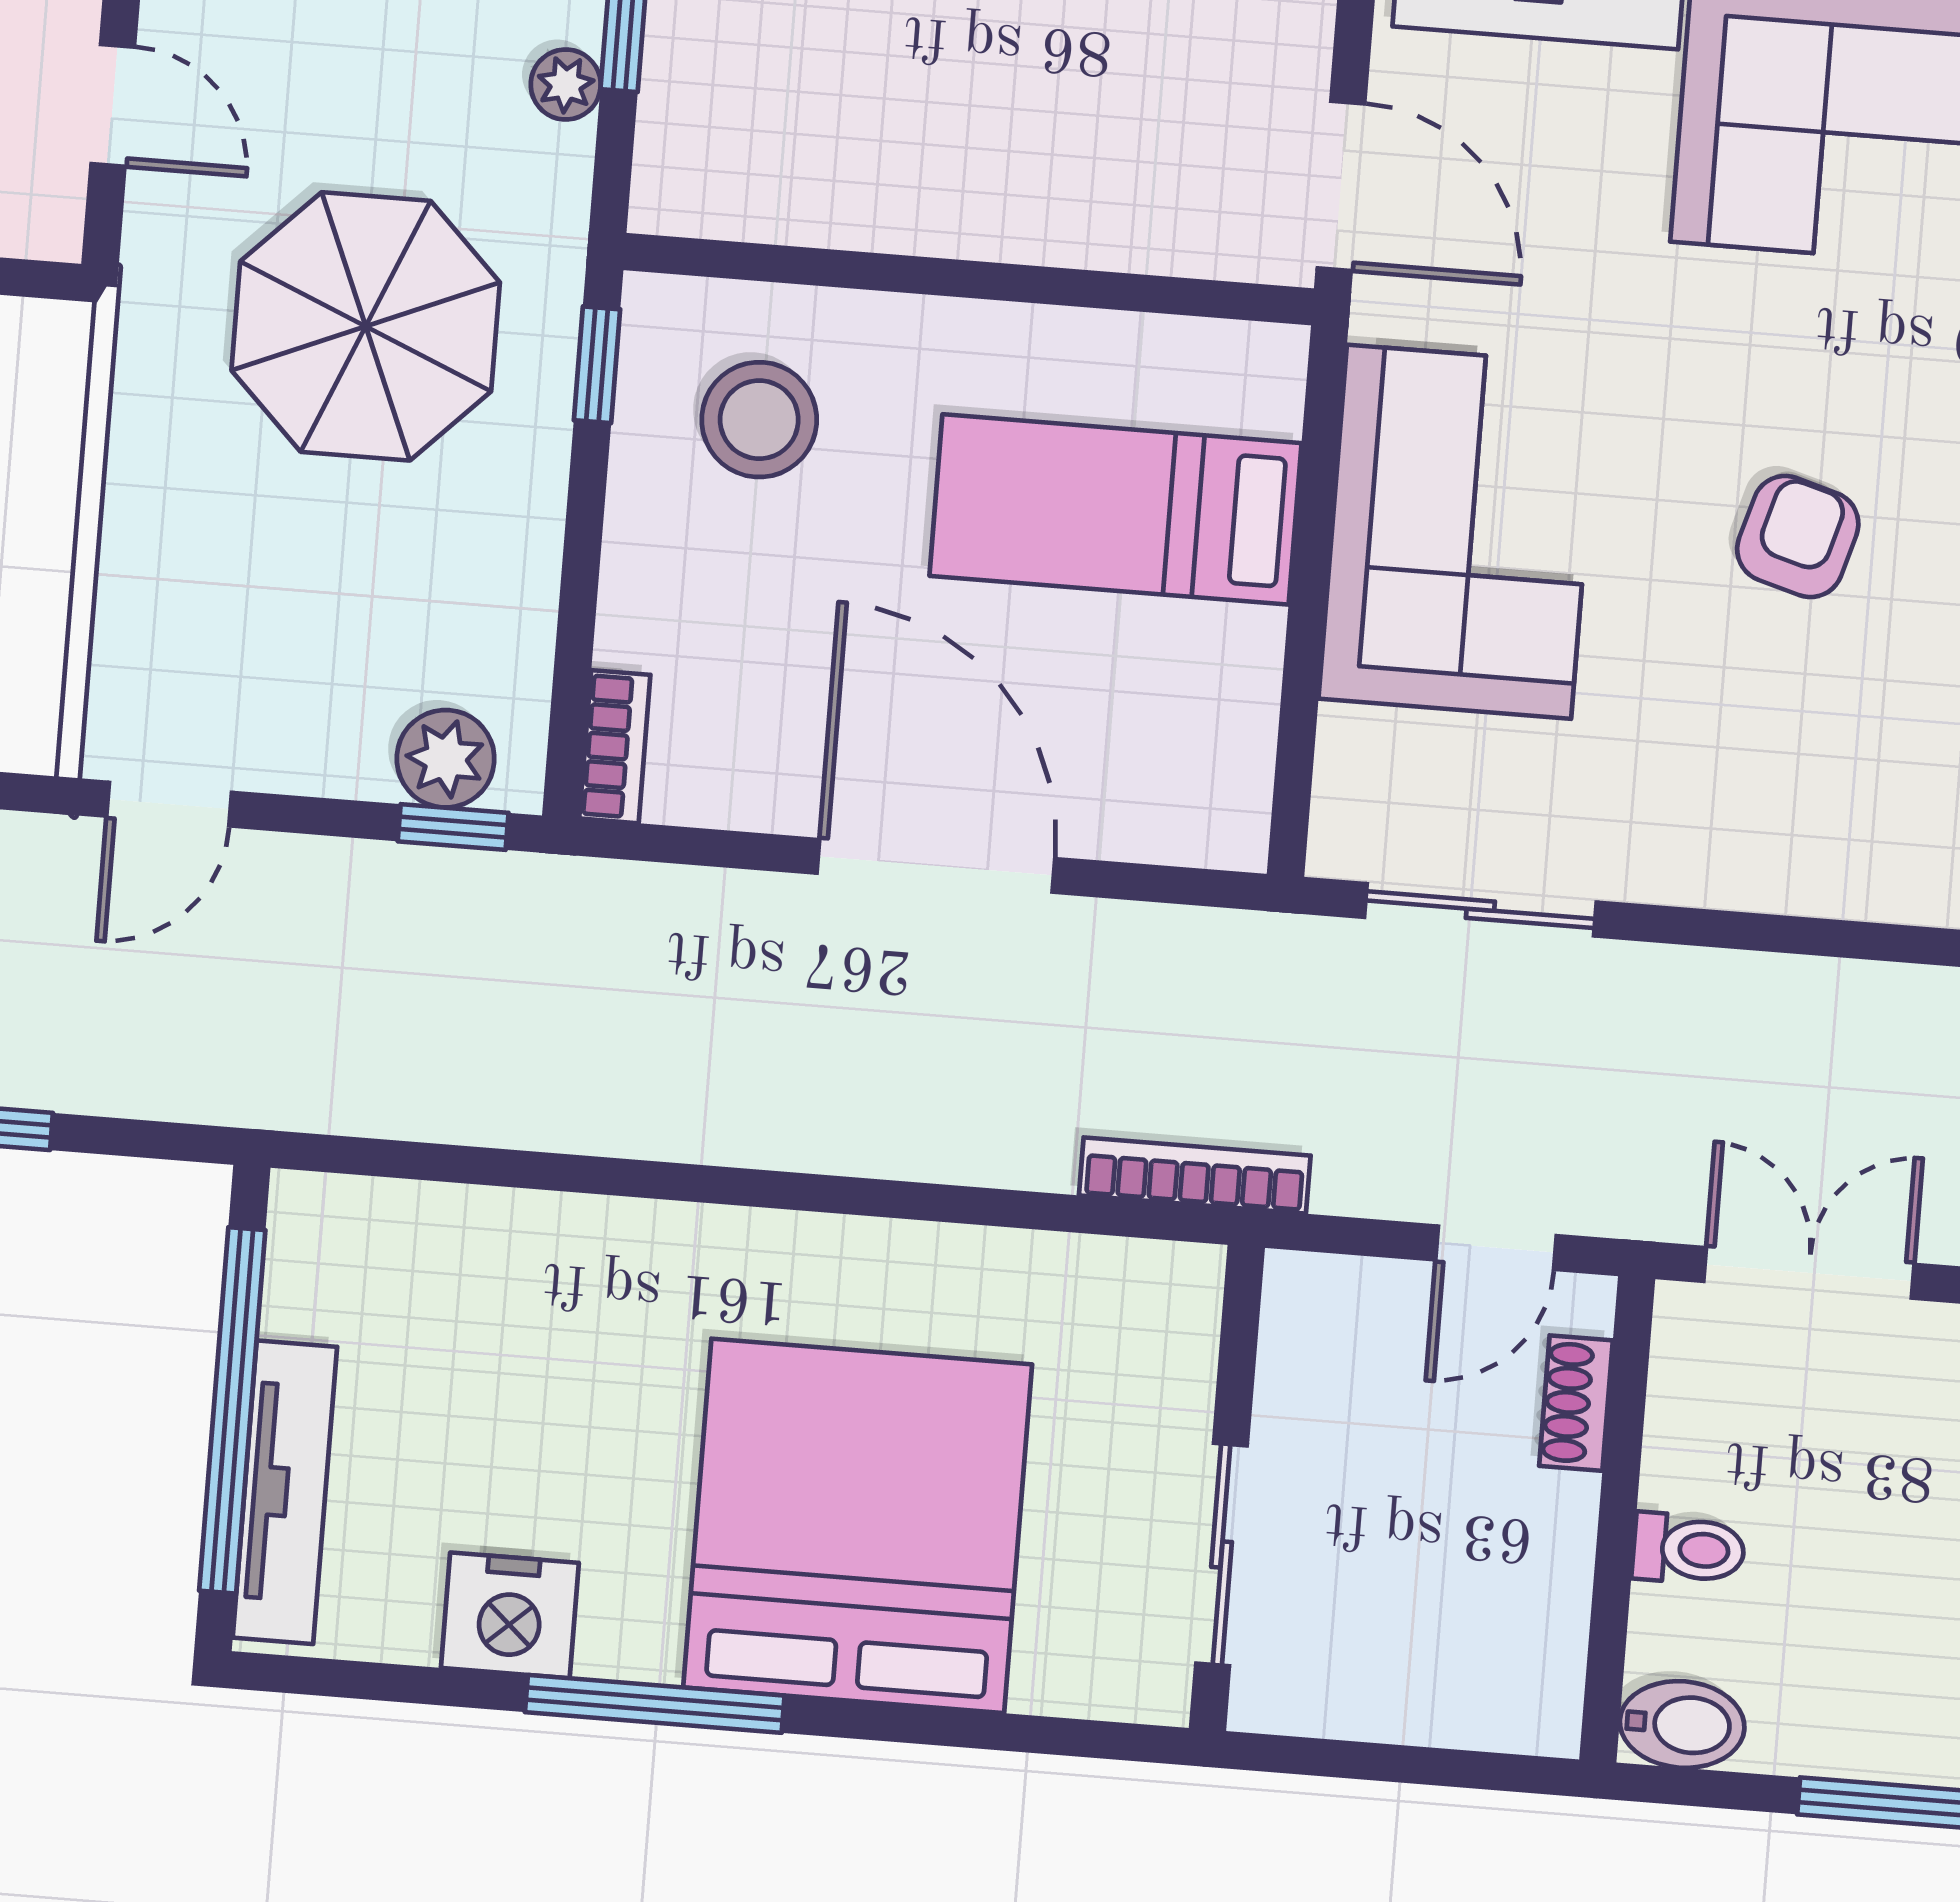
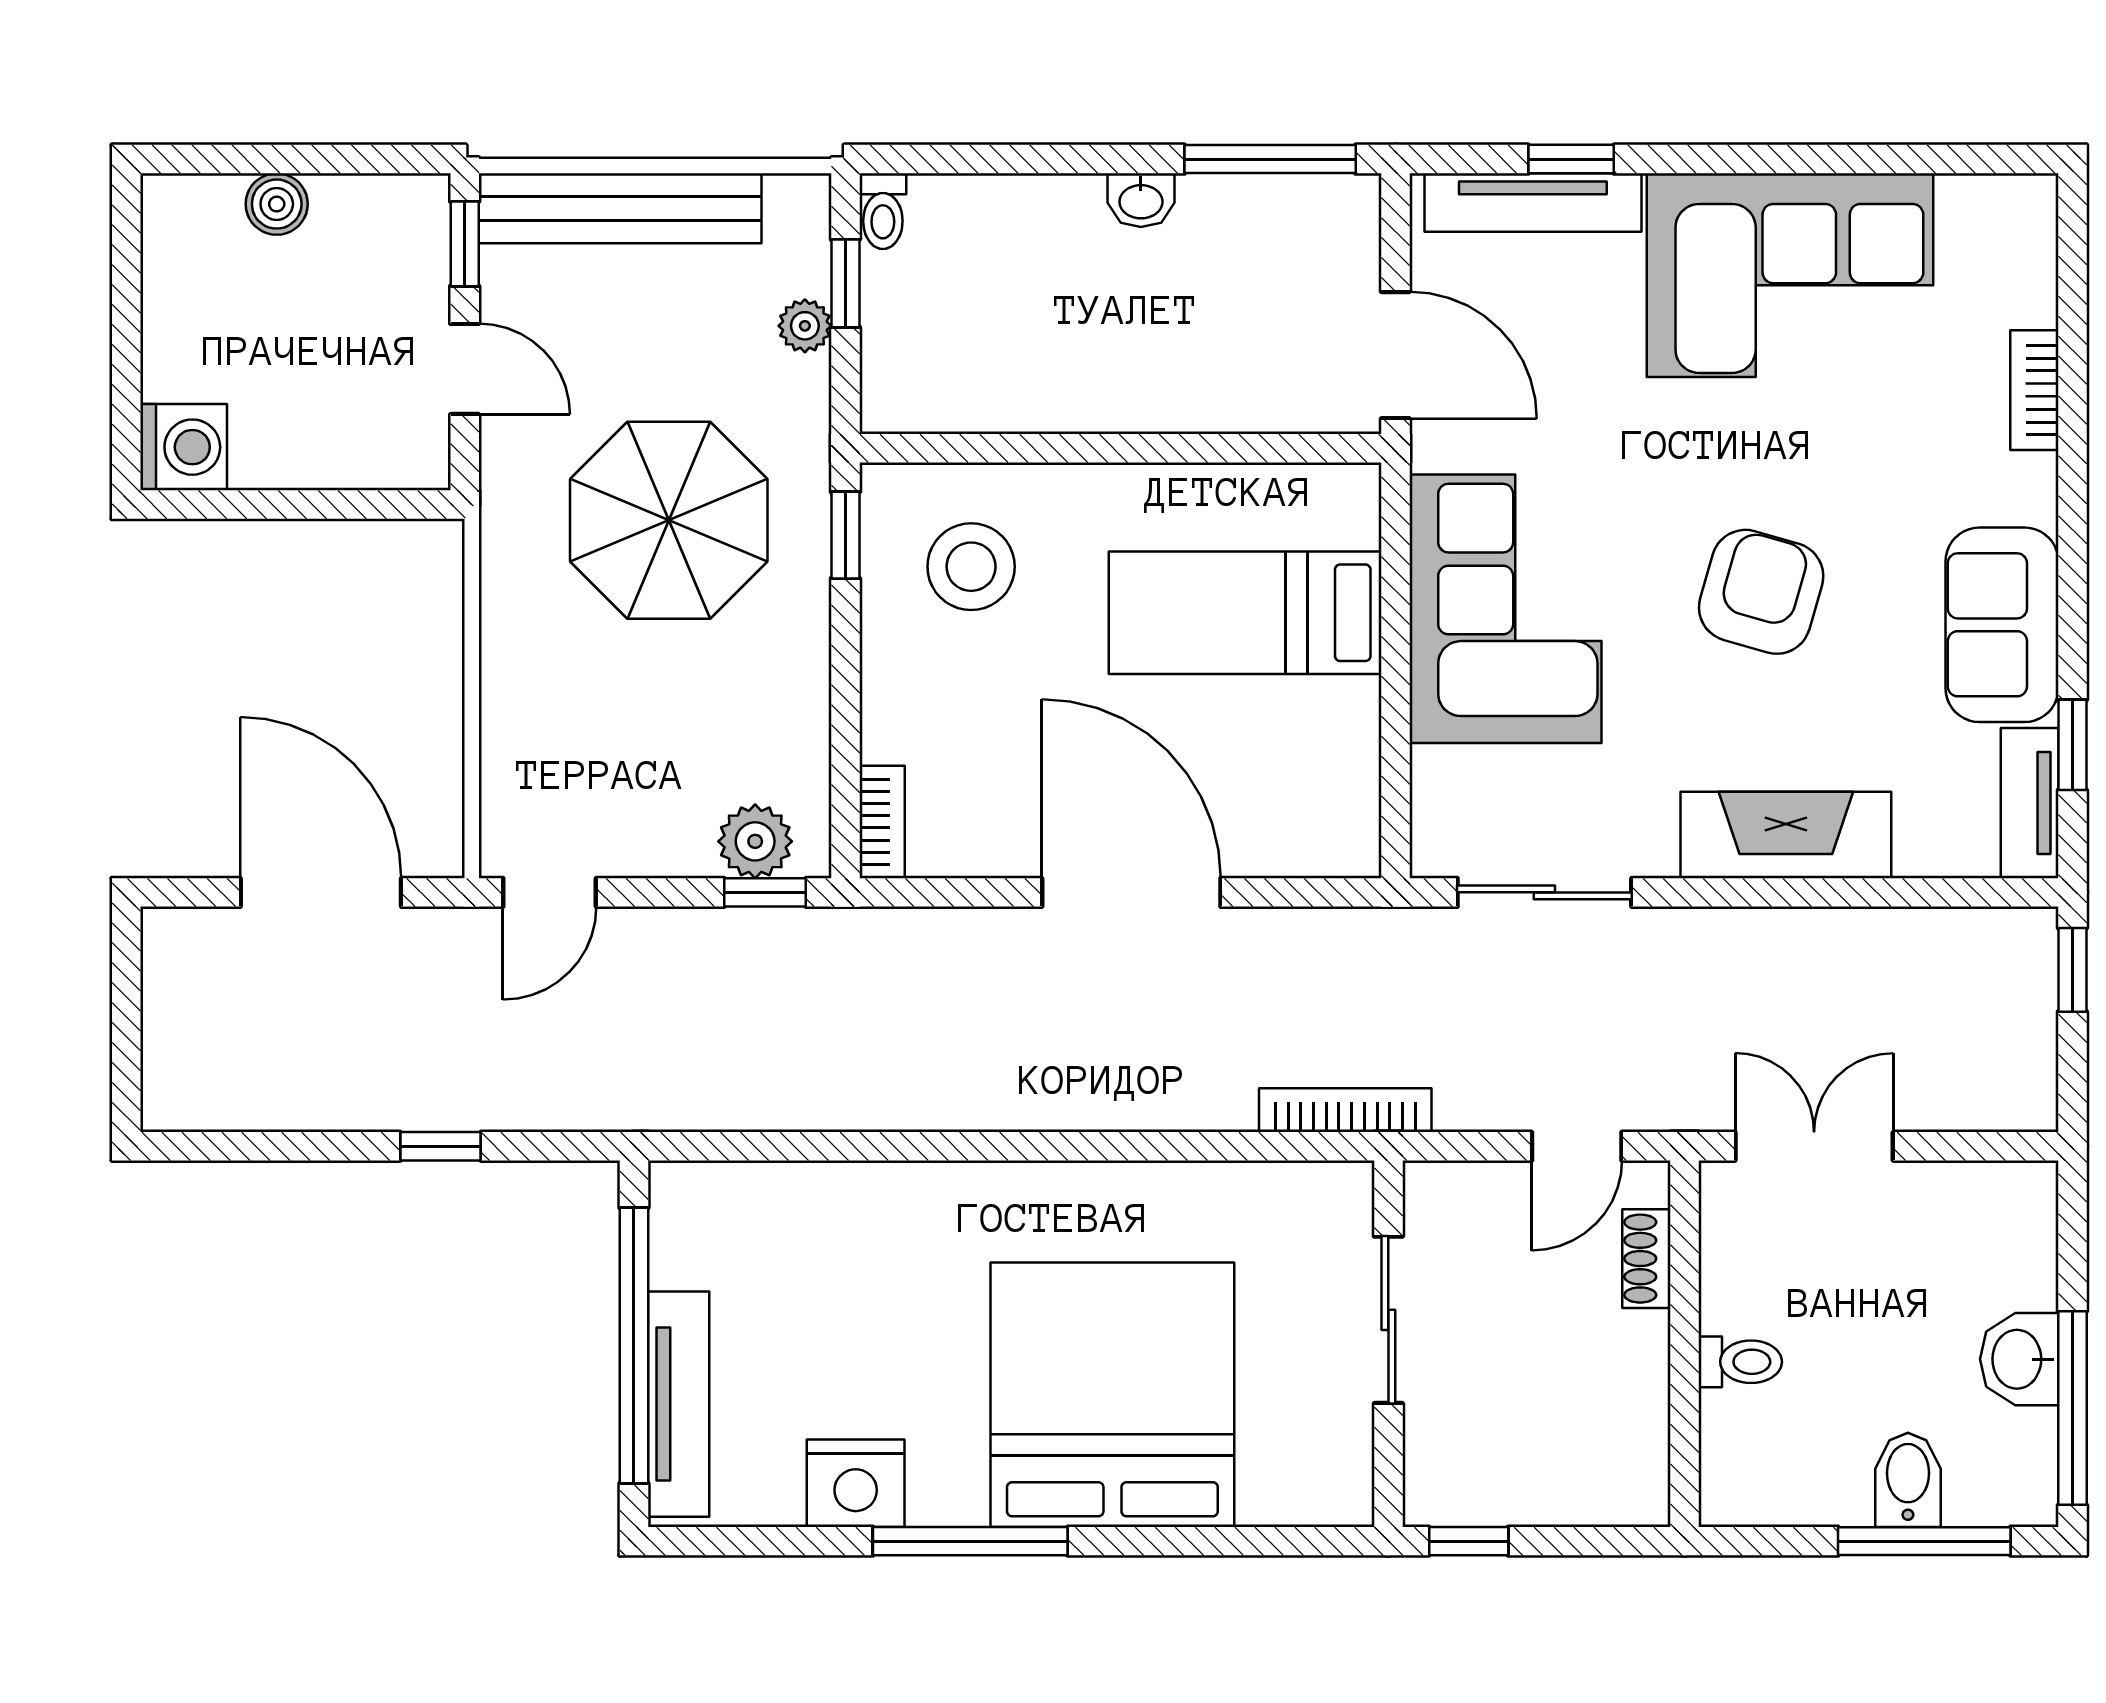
armchair: (1798, 537) -> (1761, 592), width x1.38, depth x1.38
fireplace: (1805, 860) -> (1786, 835), added
sliding door: (1222, 1554) -> (1388, 1320), moved
bidet: (1682, 1724) -> (1908, 1480), moved, turned -90
window: (1312, 1757) -> (1469, 1541), added

